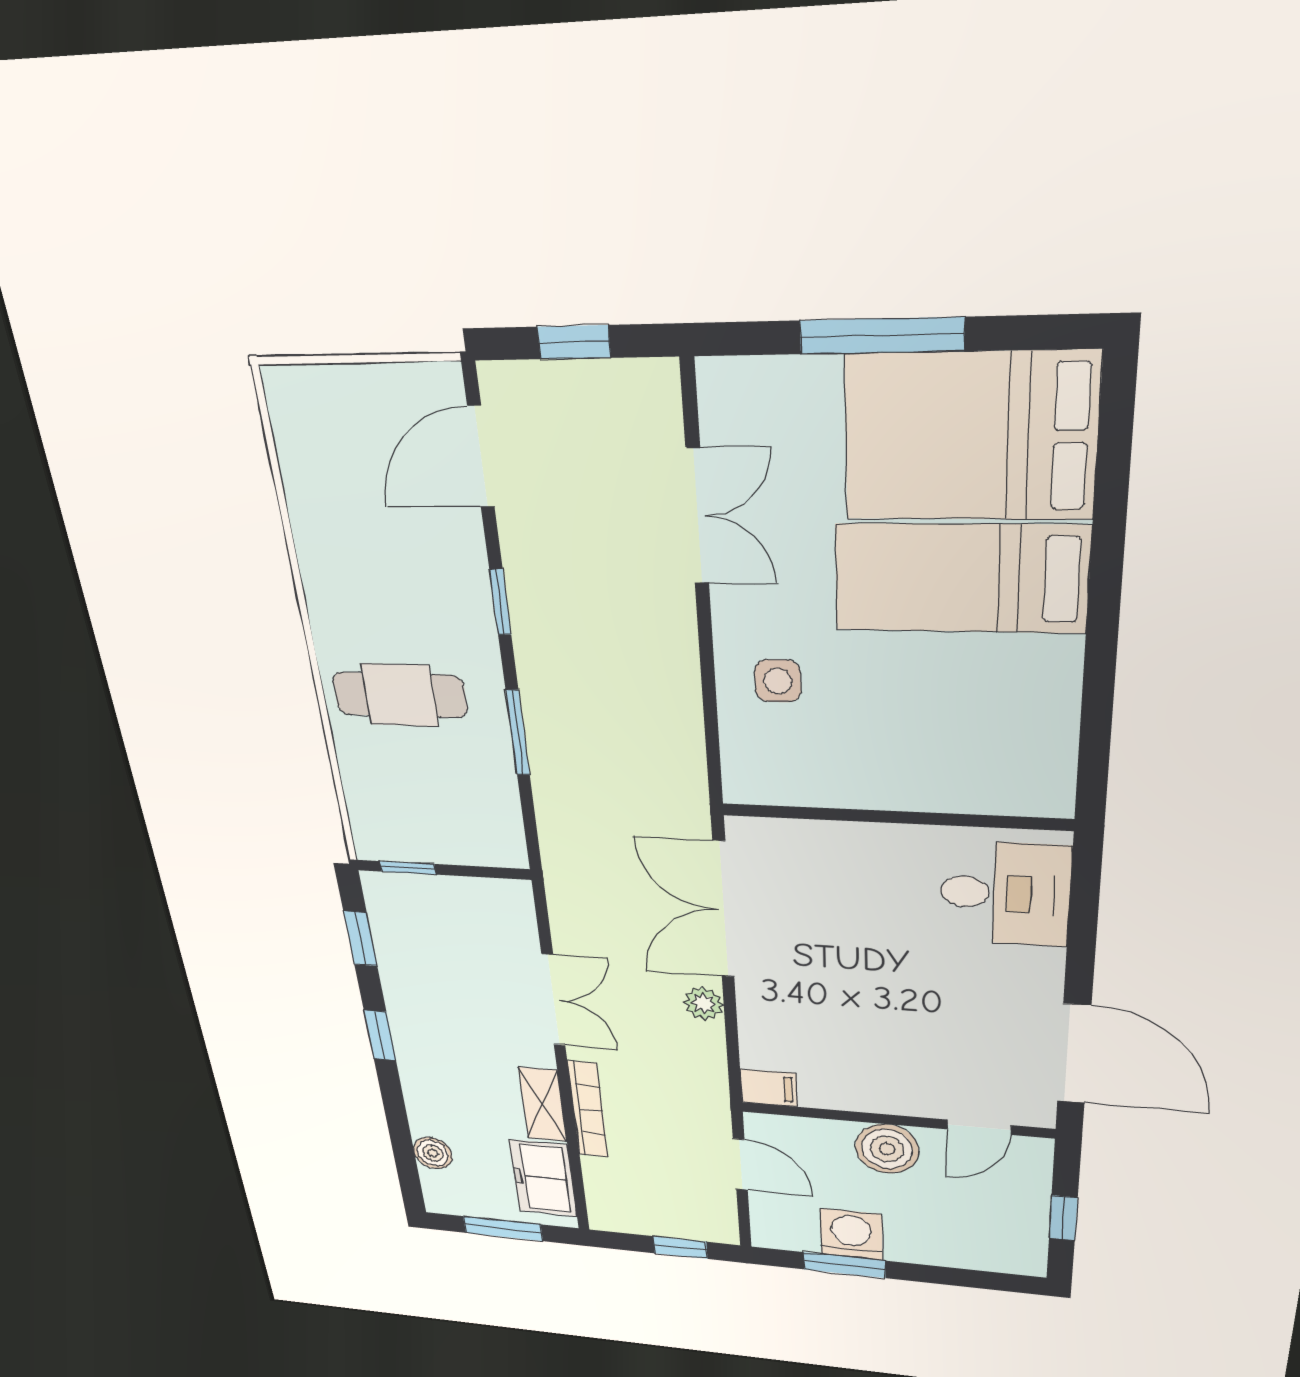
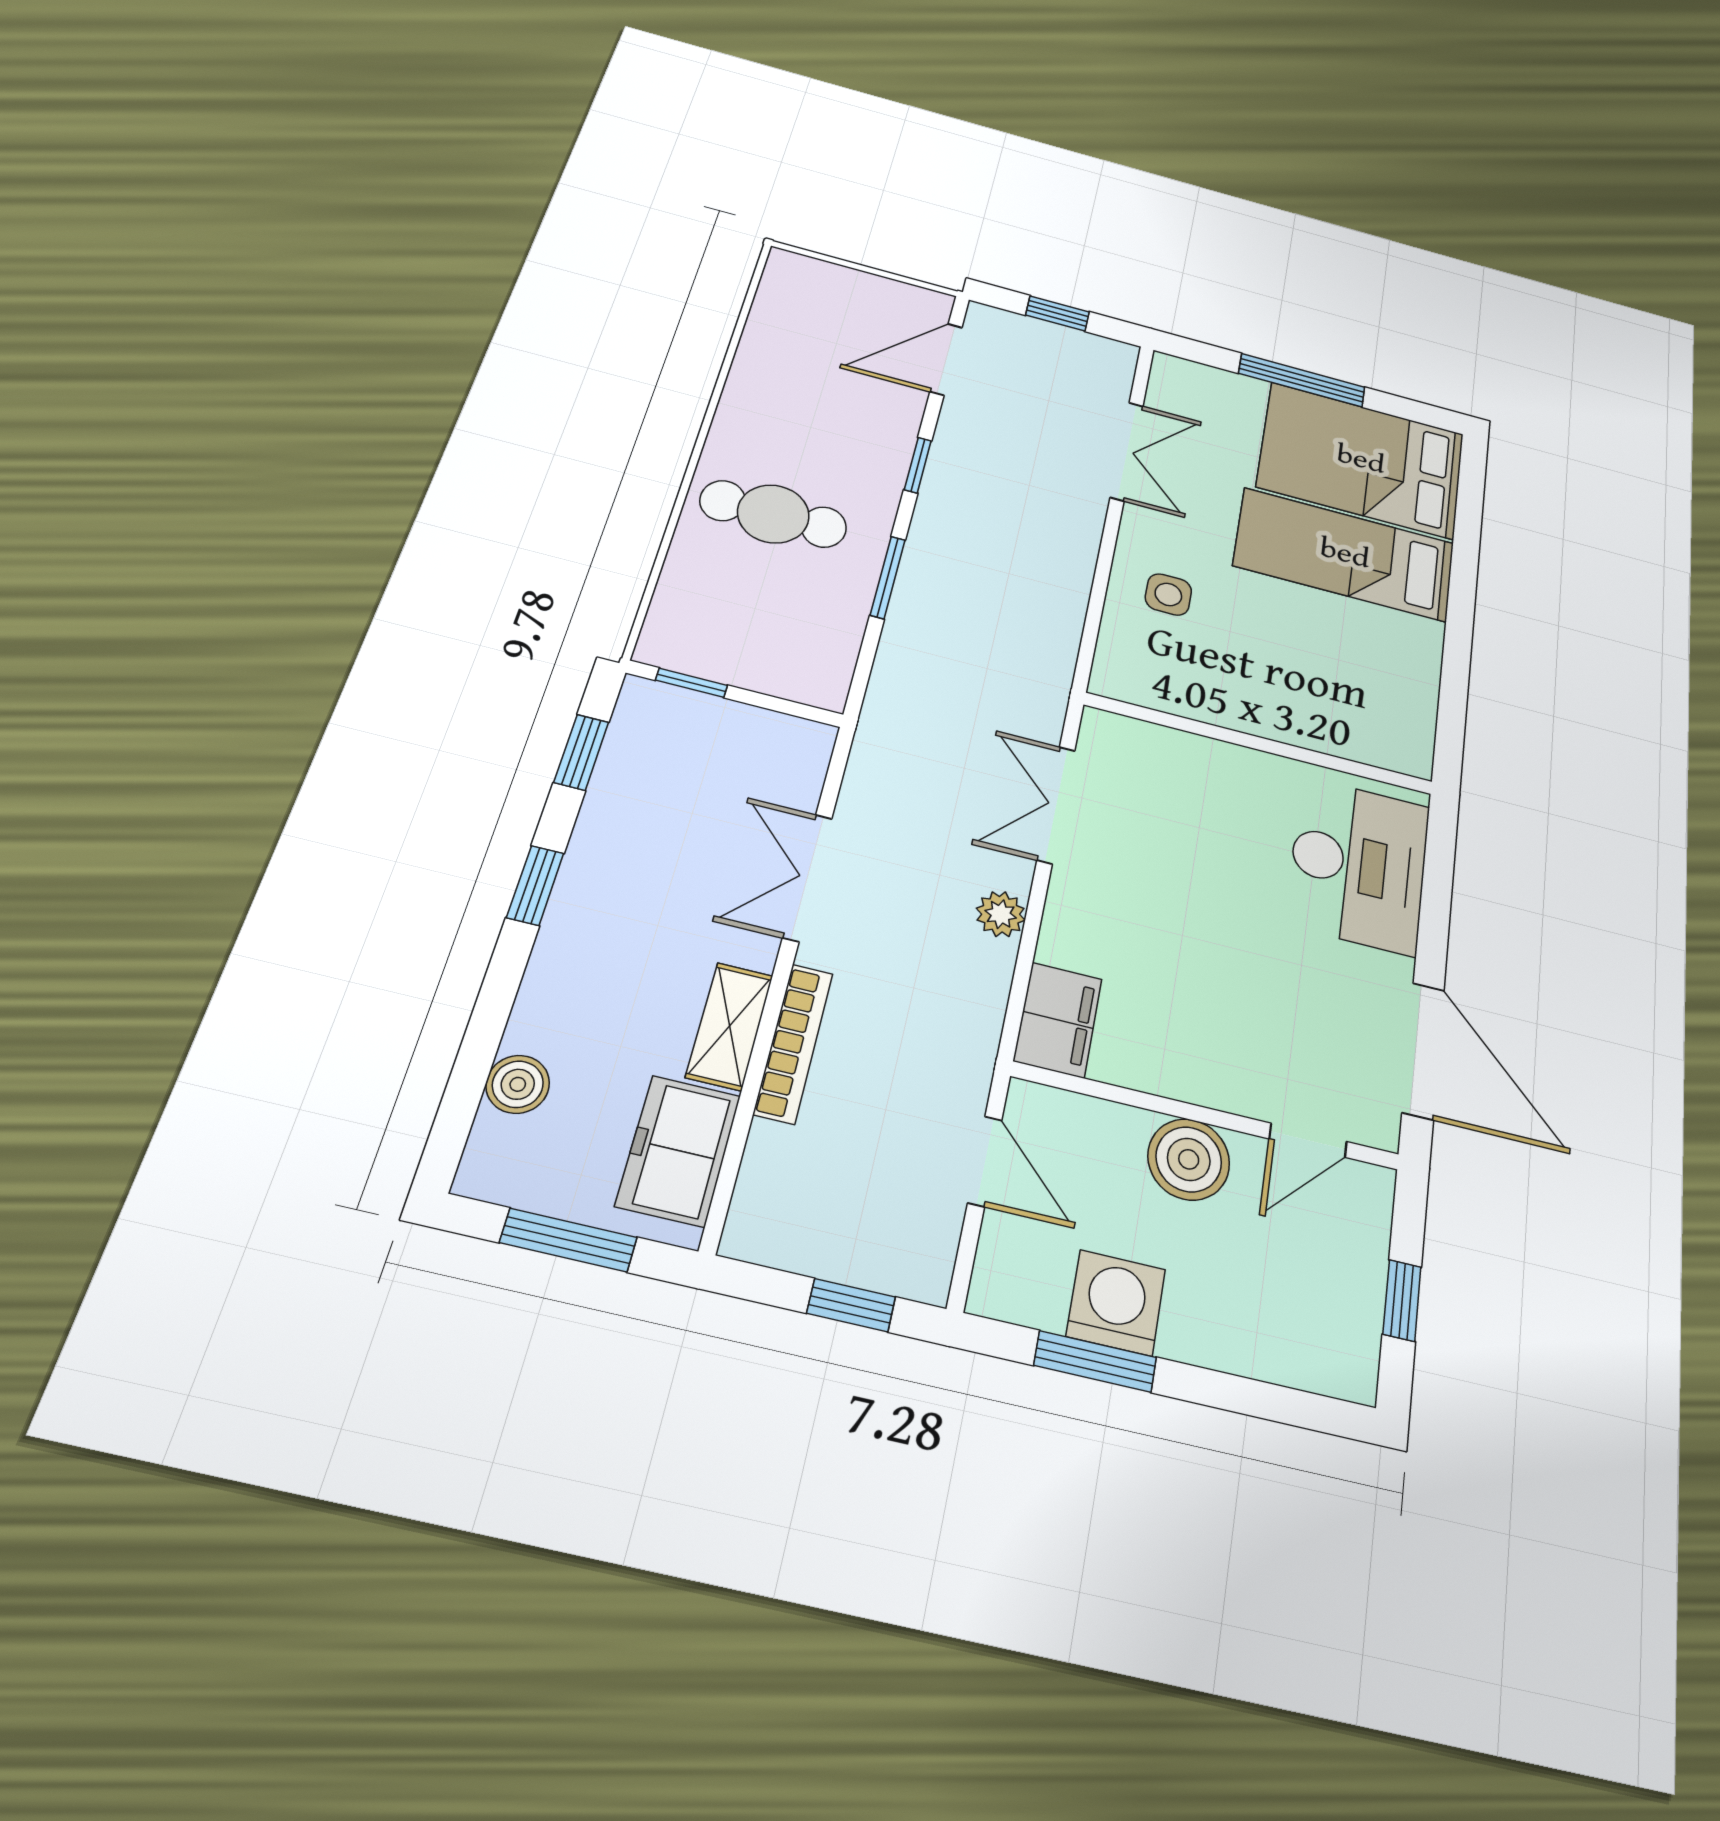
desk: (1005, 894) -> (1358, 865), width x1.37
double door: (723, 910) -> (1056, 805), width x0.73
double door: (553, 1000) -> (807, 877), swing flipped
filing cabinet: (769, 1088) -> (1058, 1020), width x2.00

